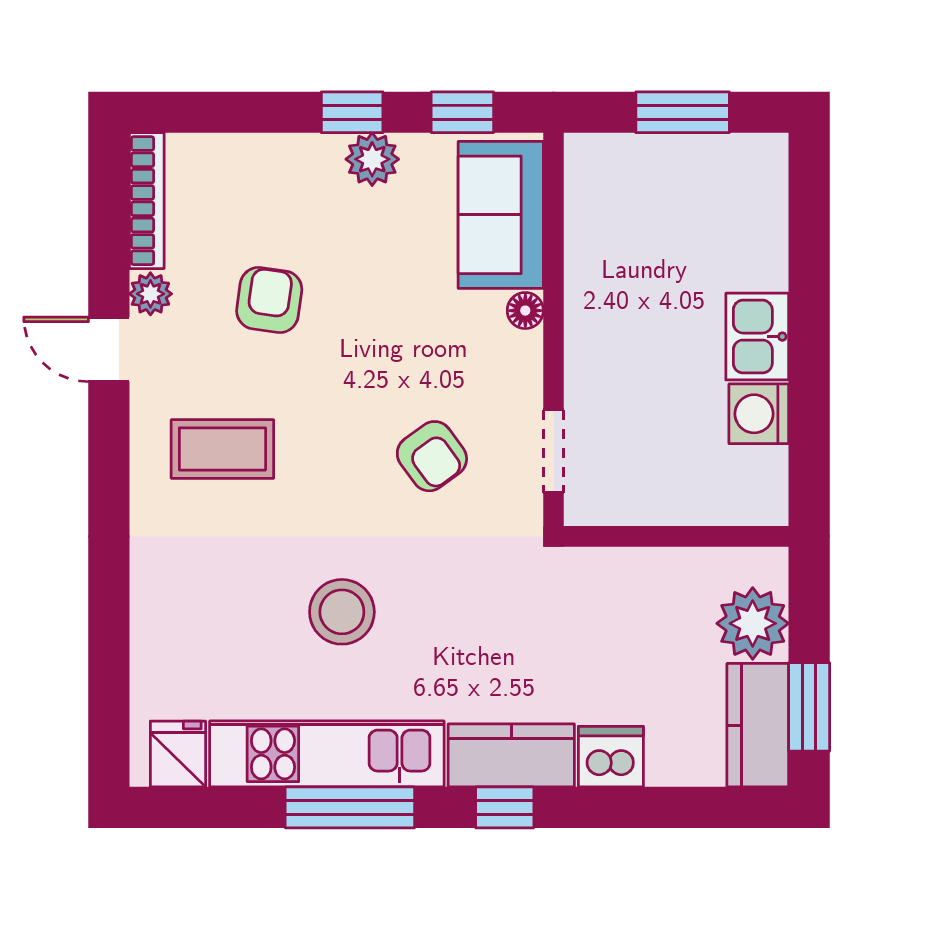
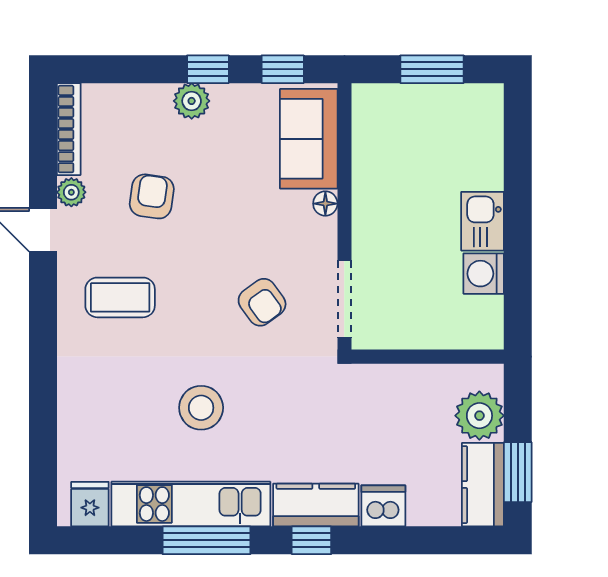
plant: (372, 159) -> (192, 101), moved
doorway: (554, 451) -> (344, 299), width x1.38

